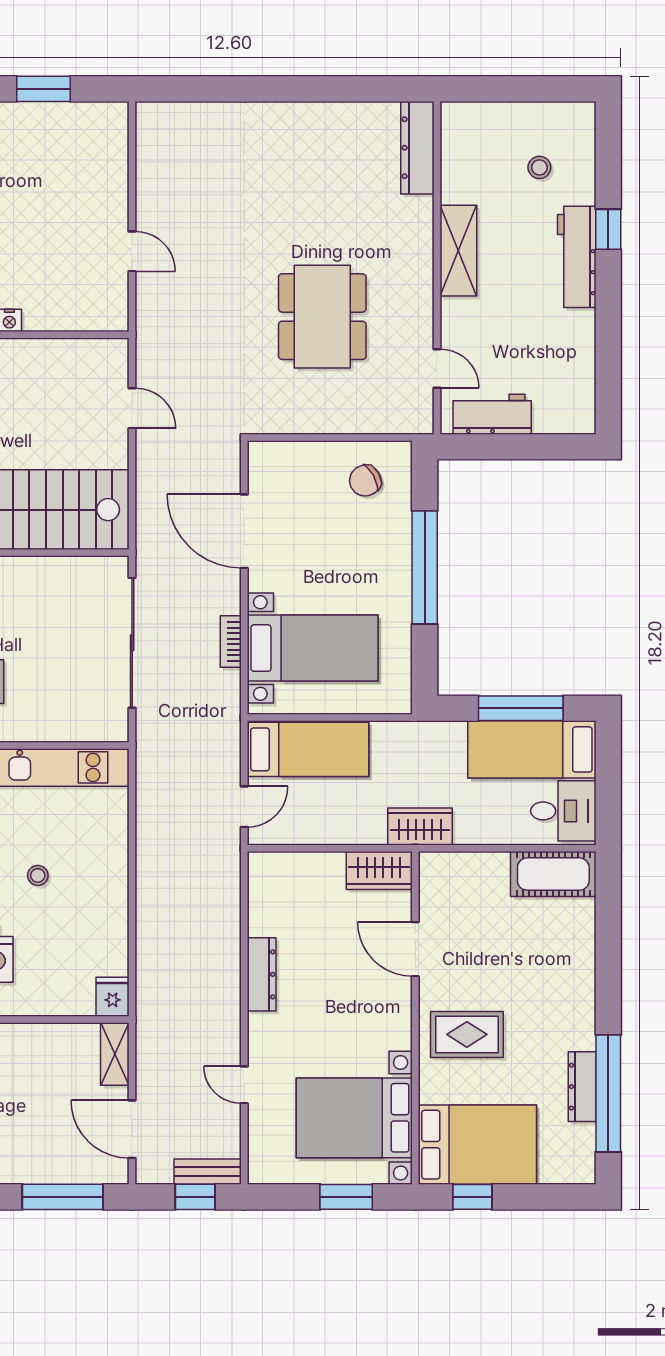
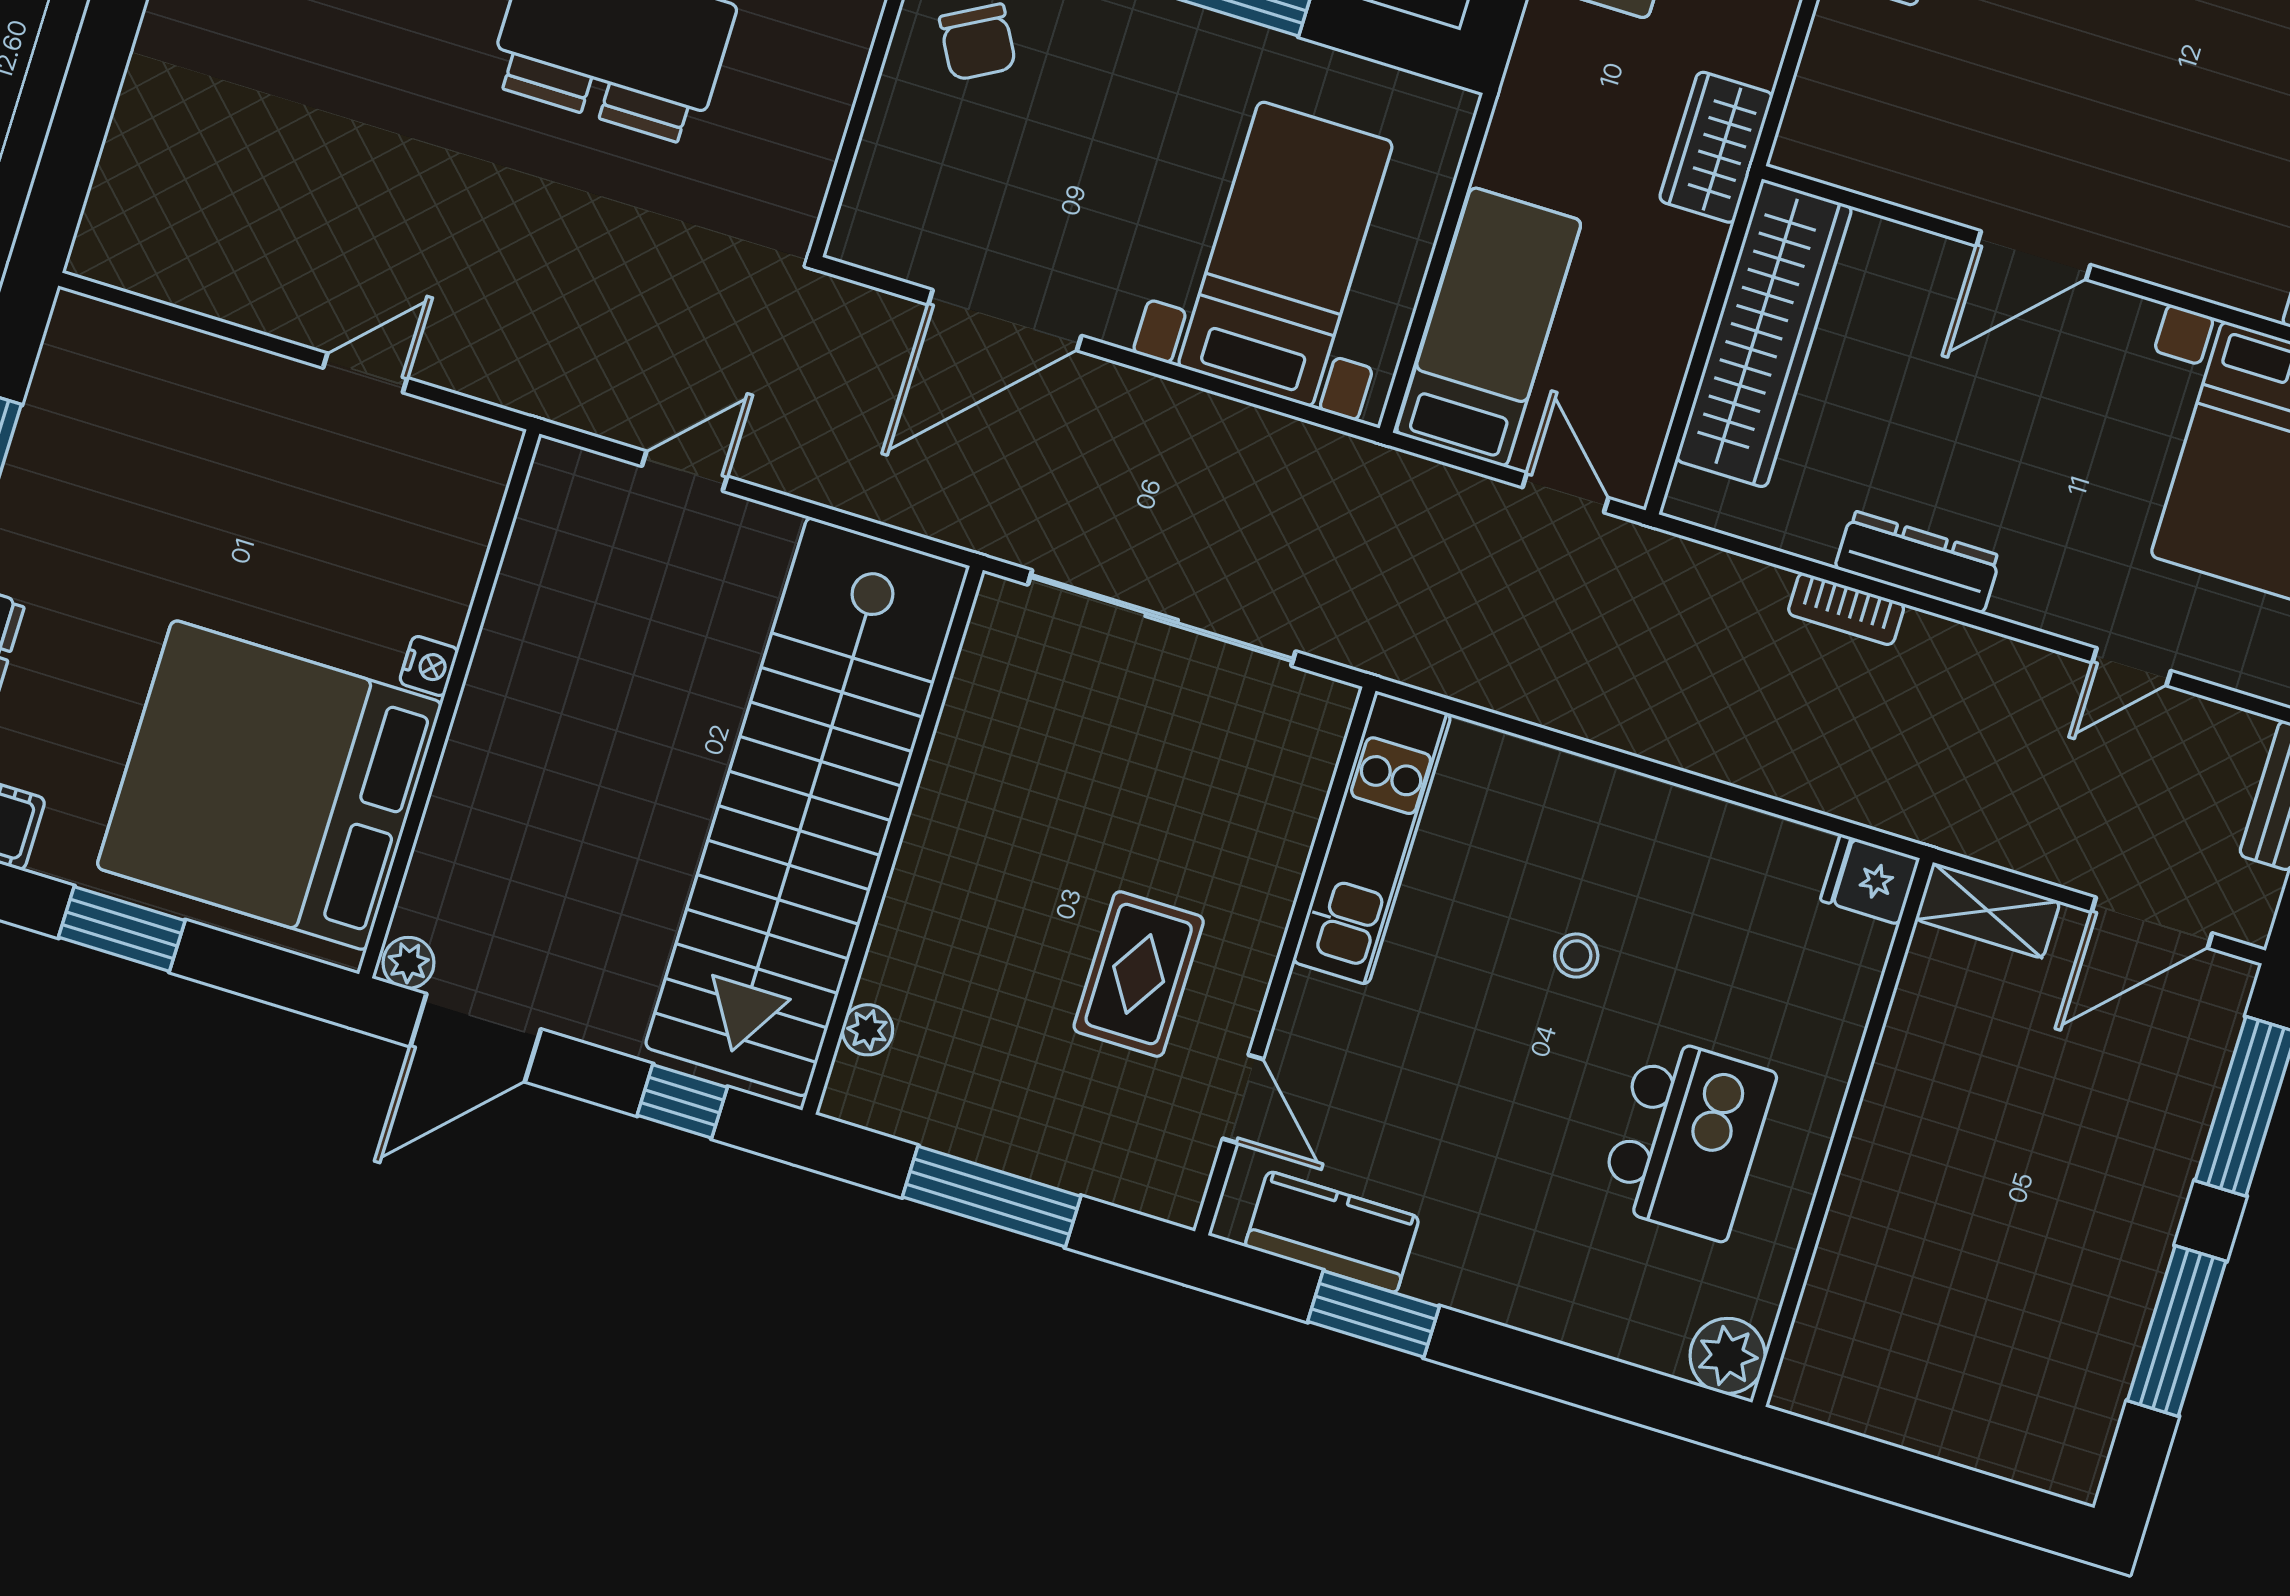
bookcase: (231, 641) -> (1846, 609), moved
wardrobe: (379, 871) -> (1764, 333), width x2.10, depth x1.17
door: (415, 949) -> (2034, 255), moved
rug: (467, 1034) -> (2169, 182), removed

